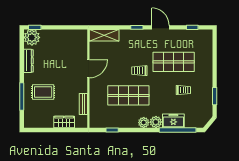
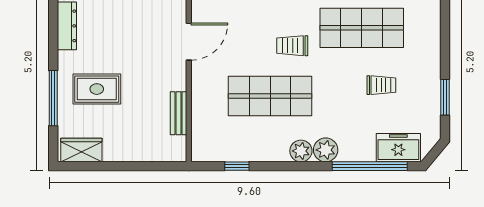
freezer: (173, 121) -> (398, 148), moved
wardrobe: (64, 122) -> (81, 150), moved

